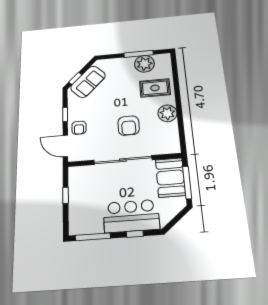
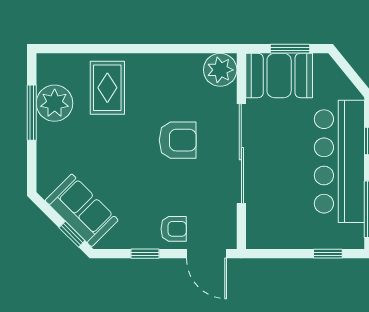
plant: (167, 113) -> (220, 70), moved
door: (65, 146) -> (206, 254), hinge flipped
window: (187, 182) -> (290, 49), width x0.69
window: (66, 195) -> (328, 254), moved
bar counter: (131, 216) -> (339, 161), width x1.36

